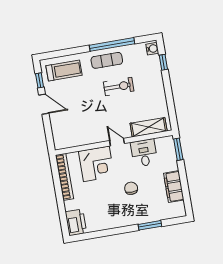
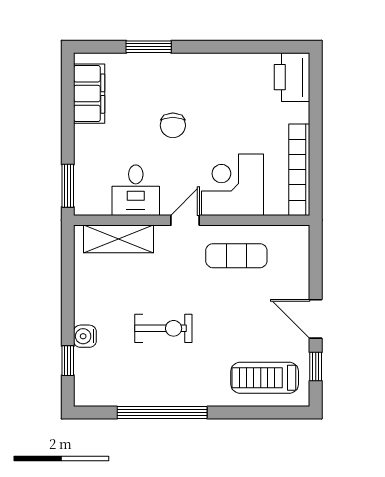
water cooler: (152, 49) -> (85, 336), moved
exercise mat: (107, 60) -> (236, 256), moved
exercise bike: (119, 86) -> (163, 328), turned 180
door: (117, 142) -> (185, 220), swing flipped
filing cabinet: (174, 187) -> (89, 94), moved

